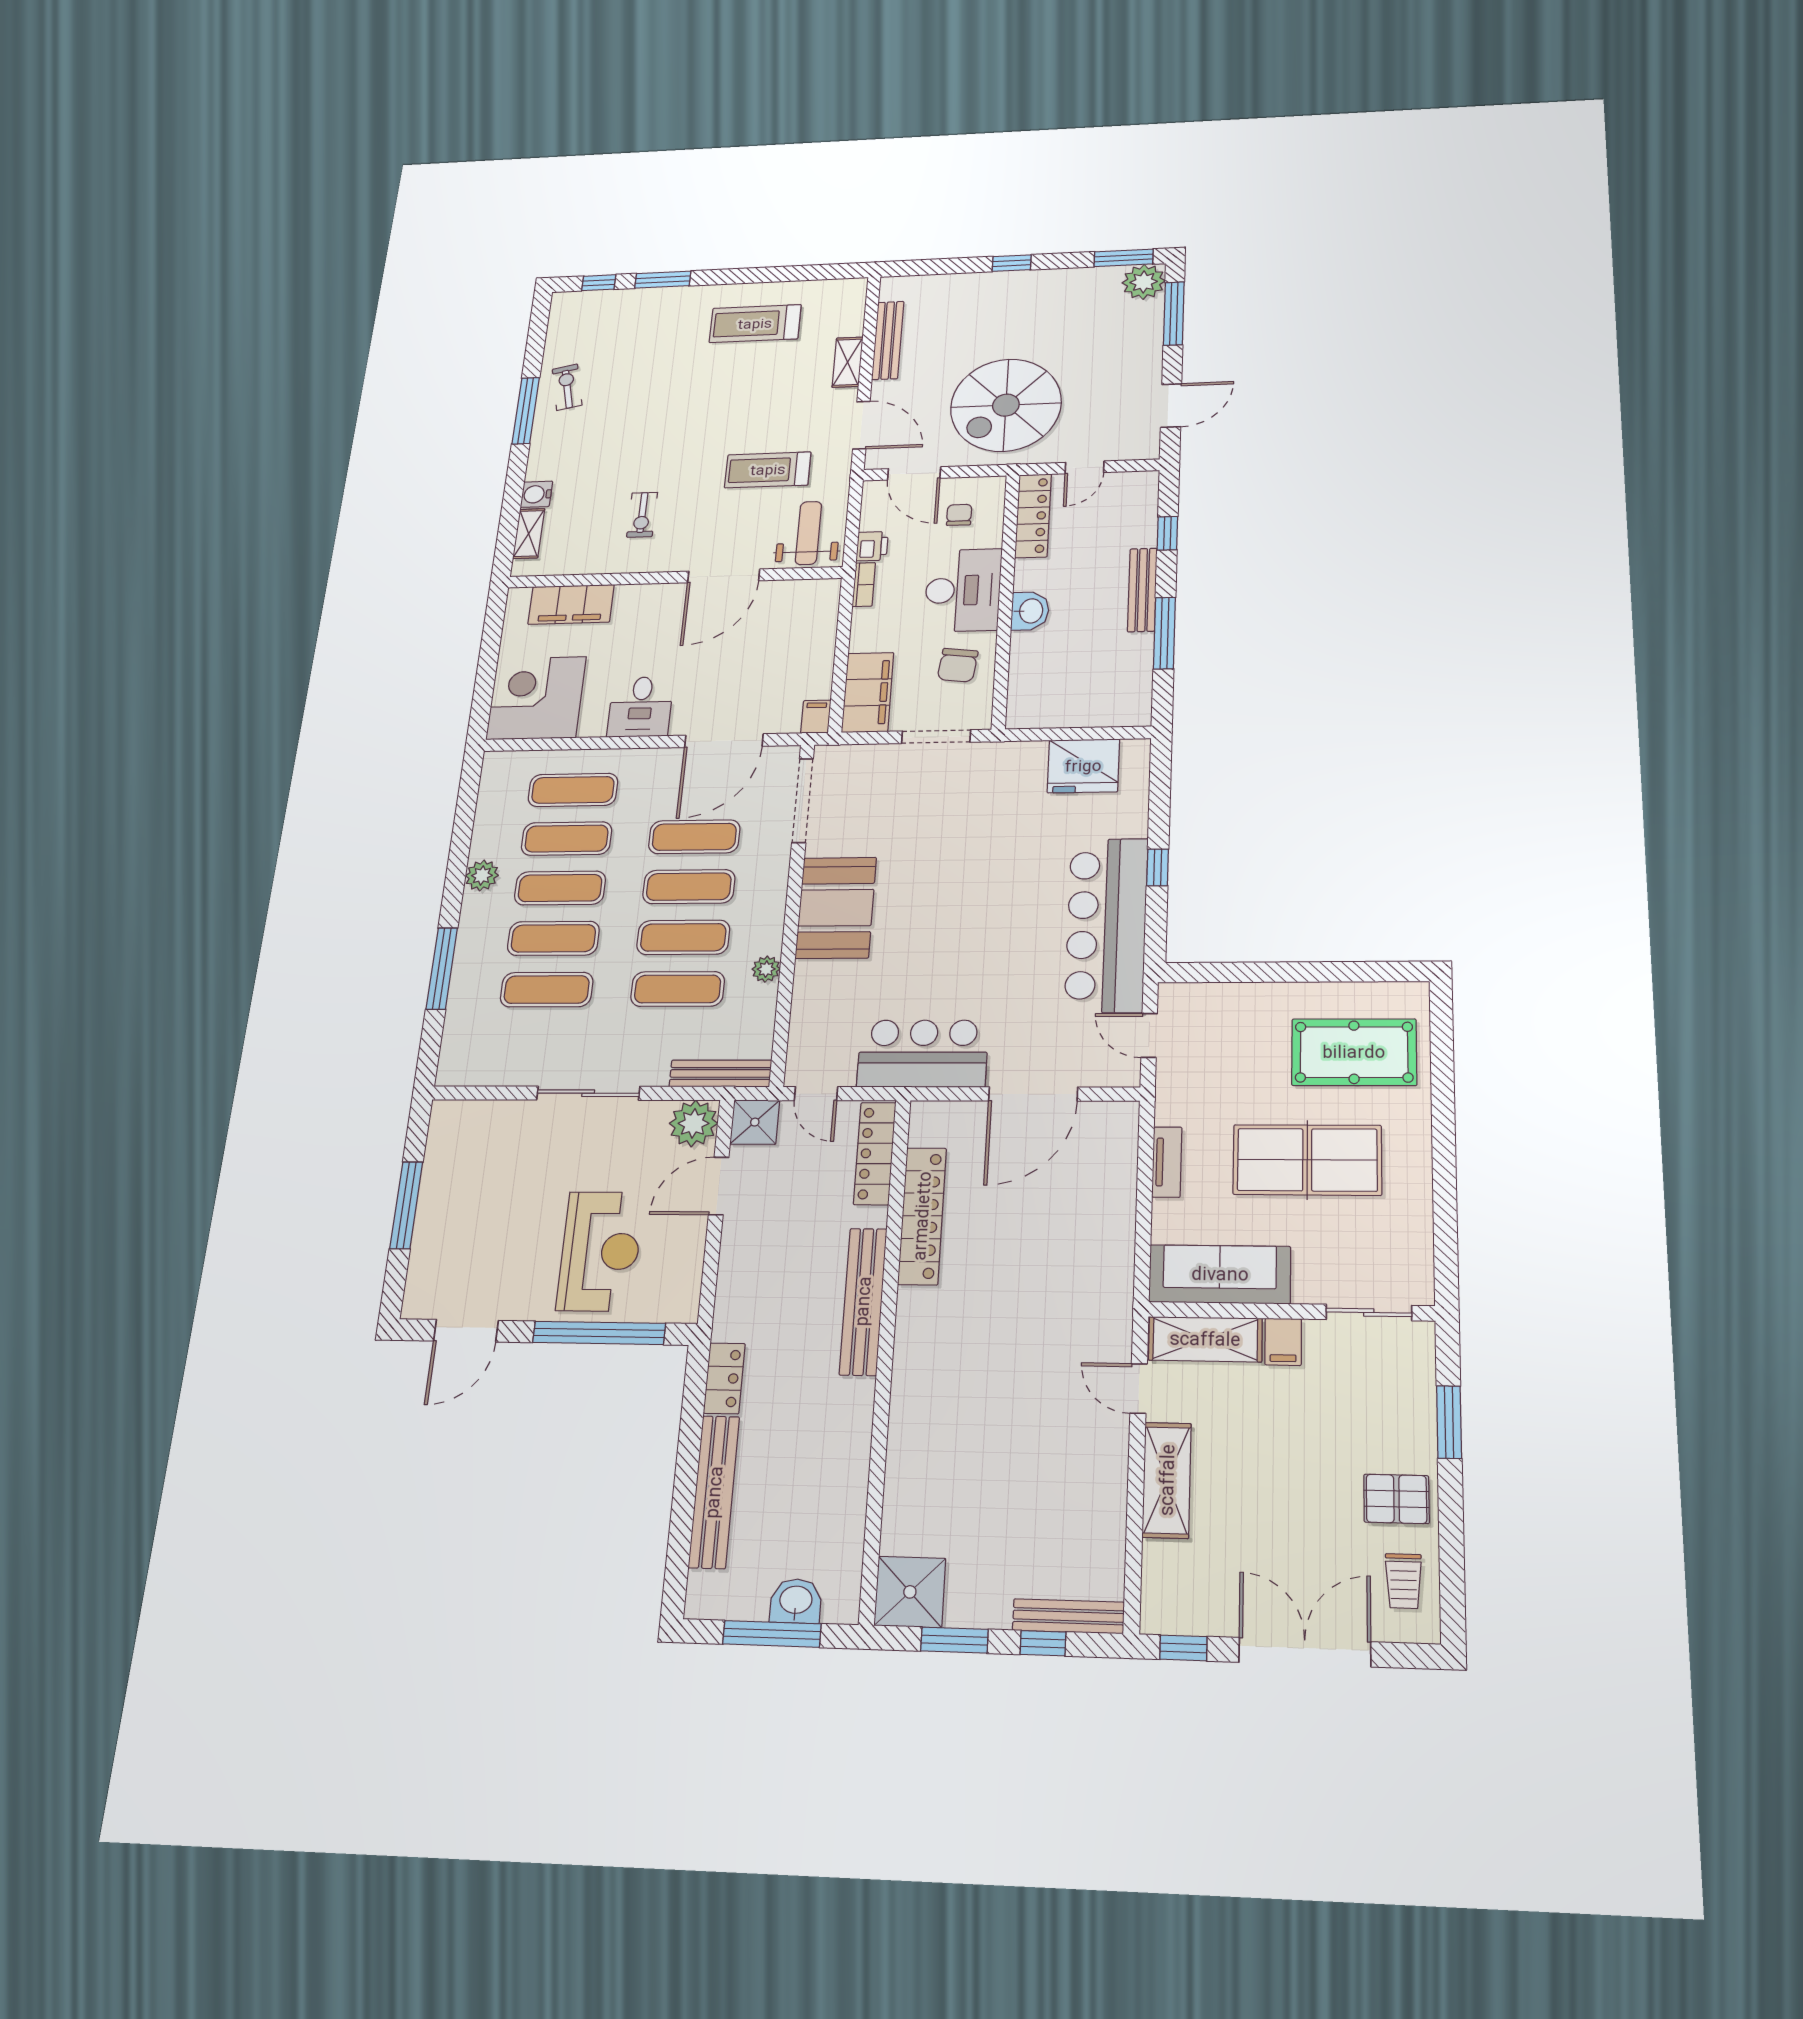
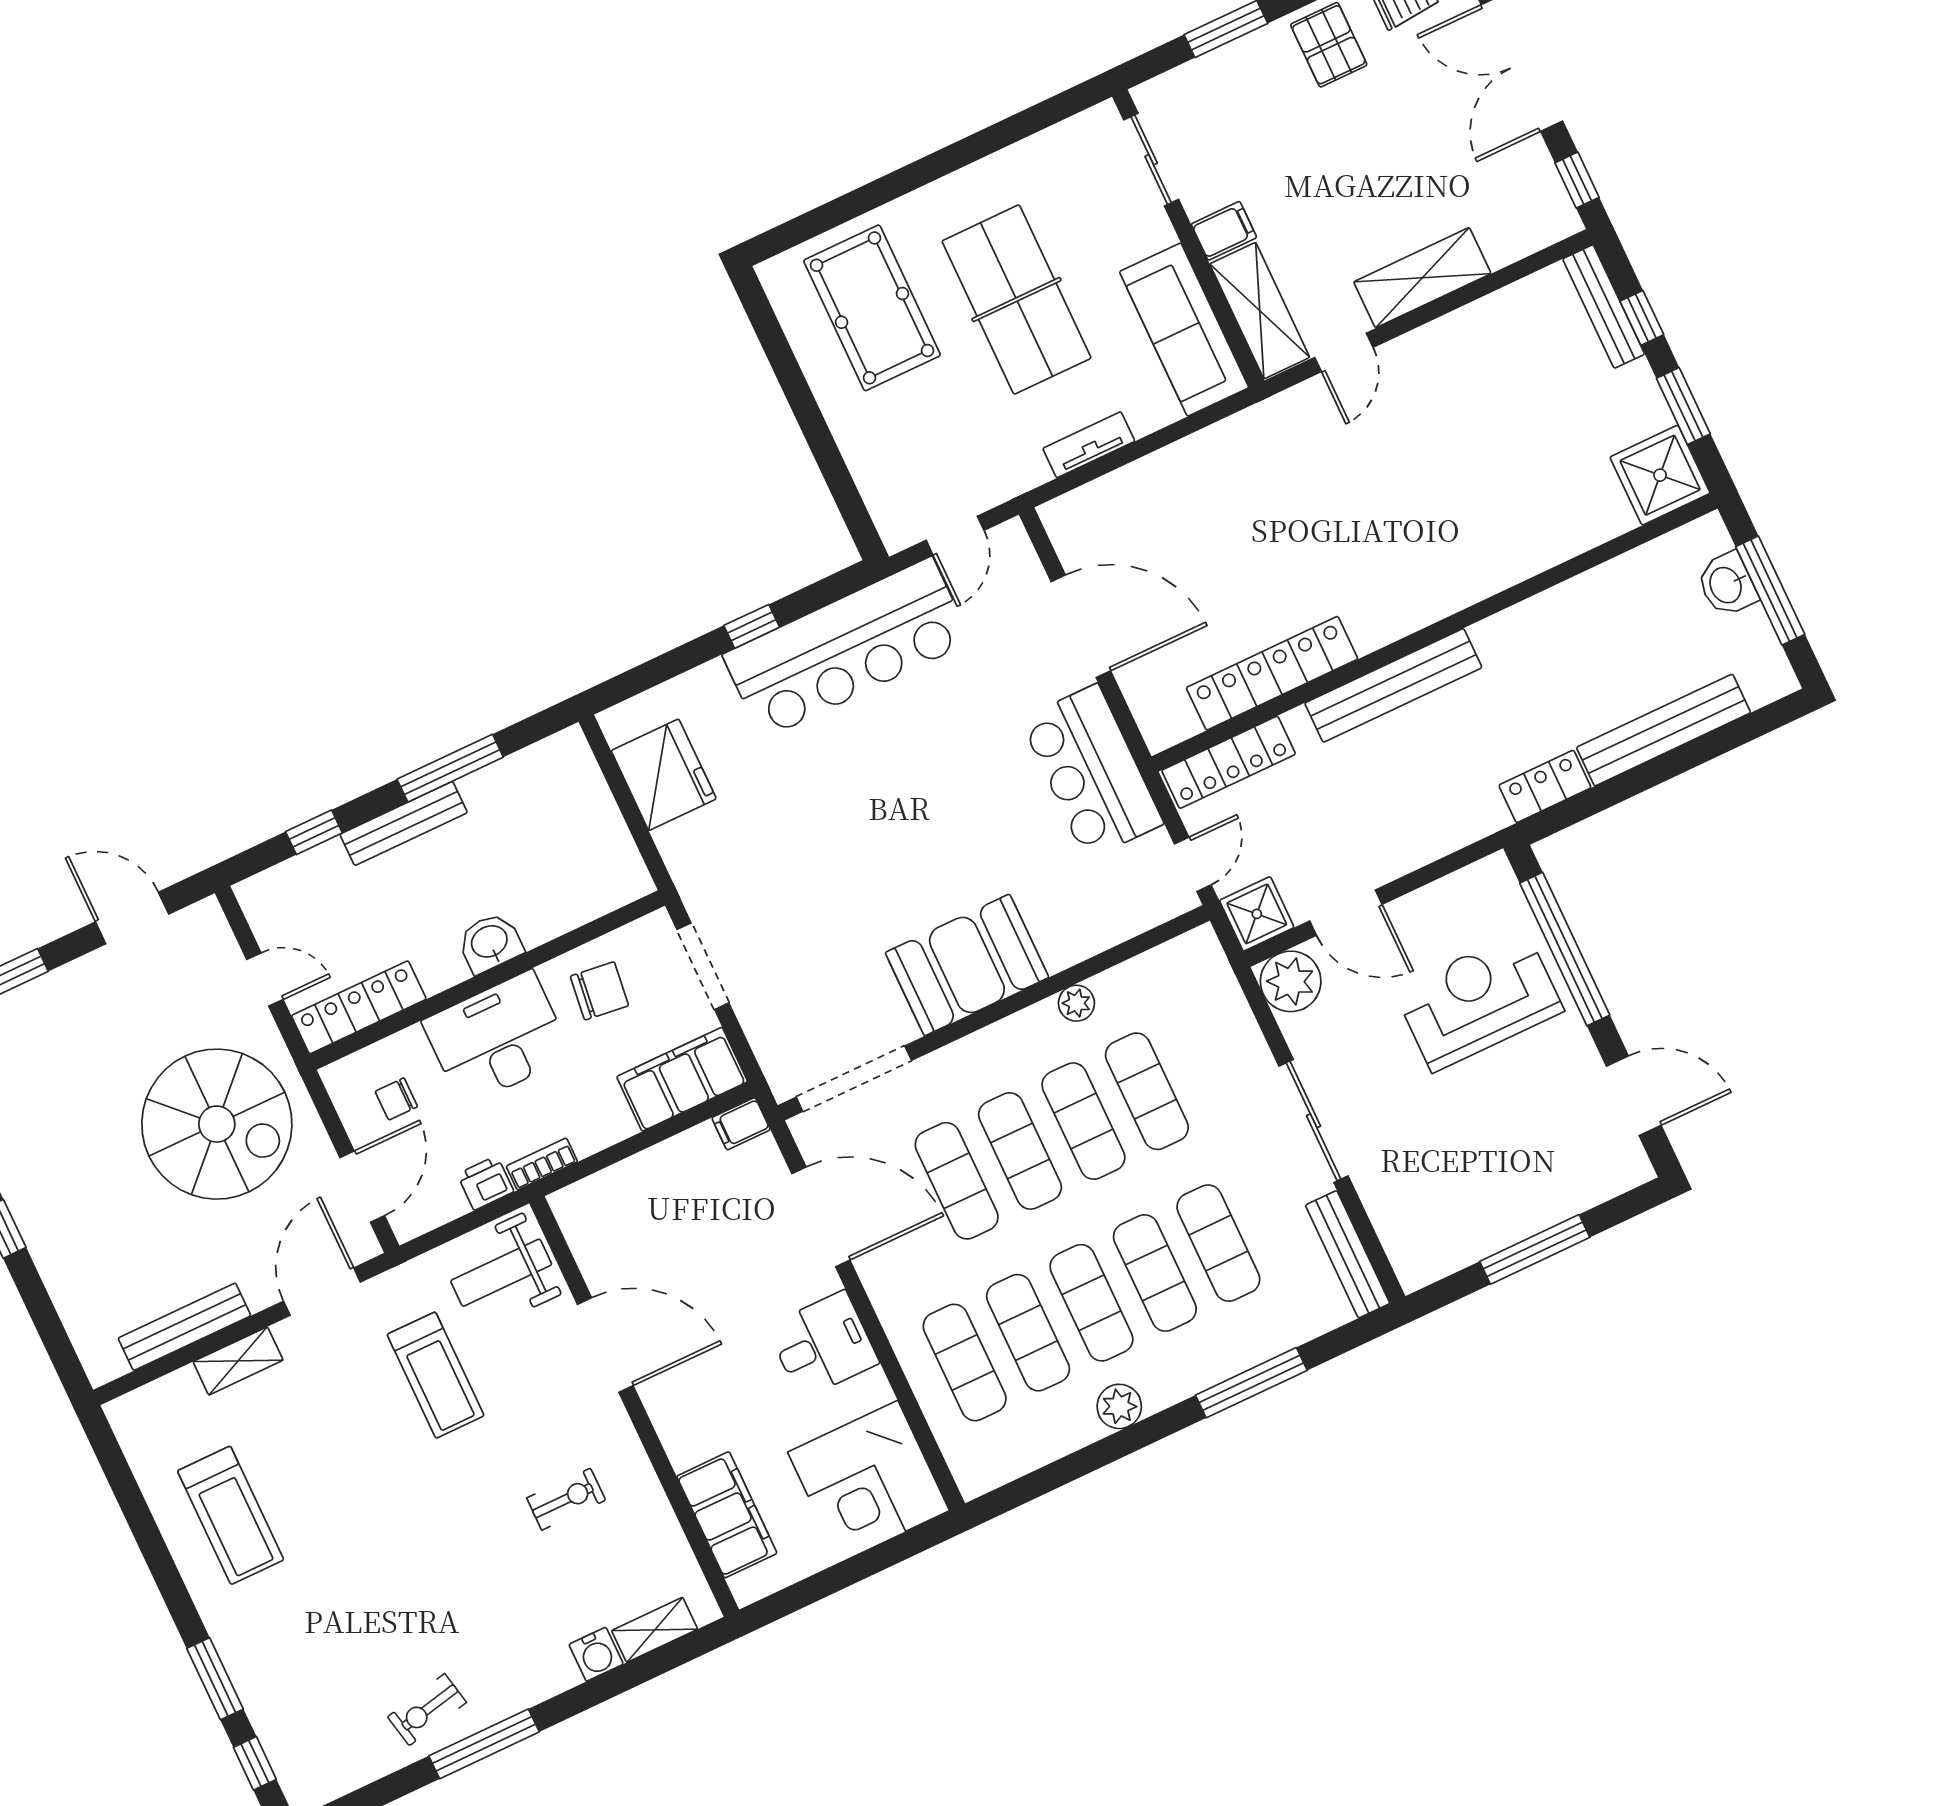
bench: (720, 1073) -> (1348, 1254), moved

